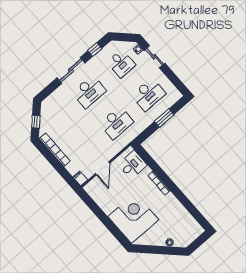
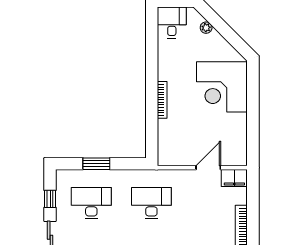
window: (173, 77) -> (50, 199), added
desk: (133, 165) -> (172, 22), moved, turned 90
filing cabinet: (80, 178) -> (234, 178), width x2.00

